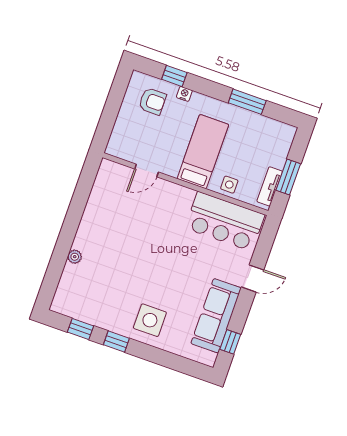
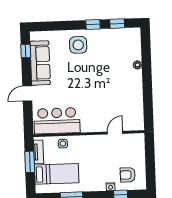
bed: (203, 152) -> (57, 174), moved, turned -90

